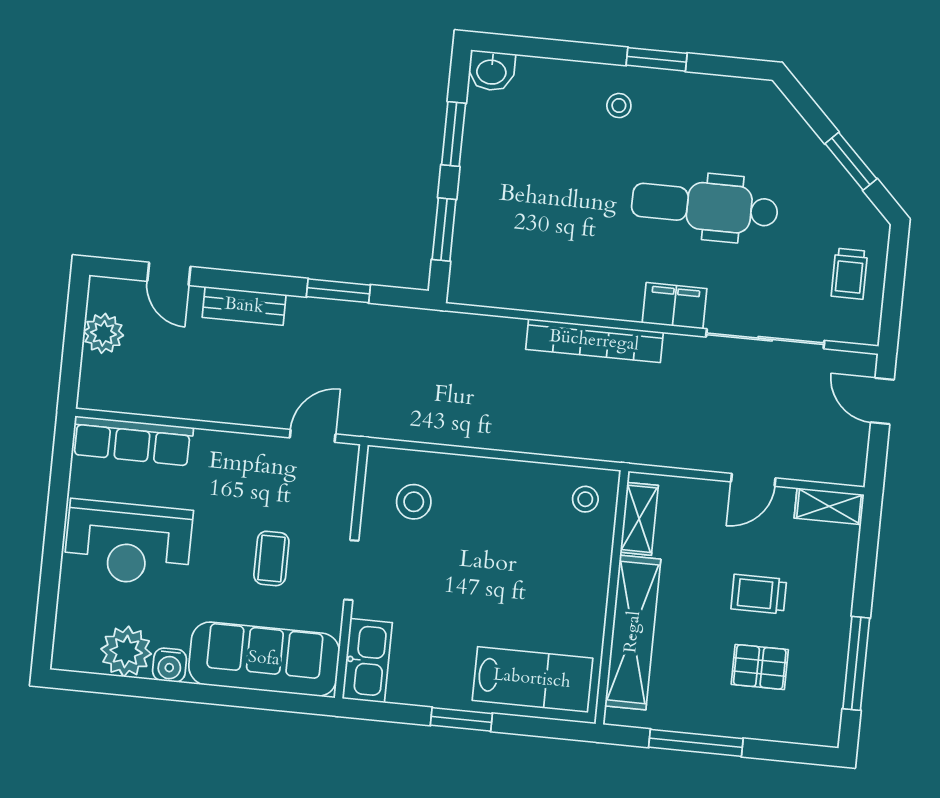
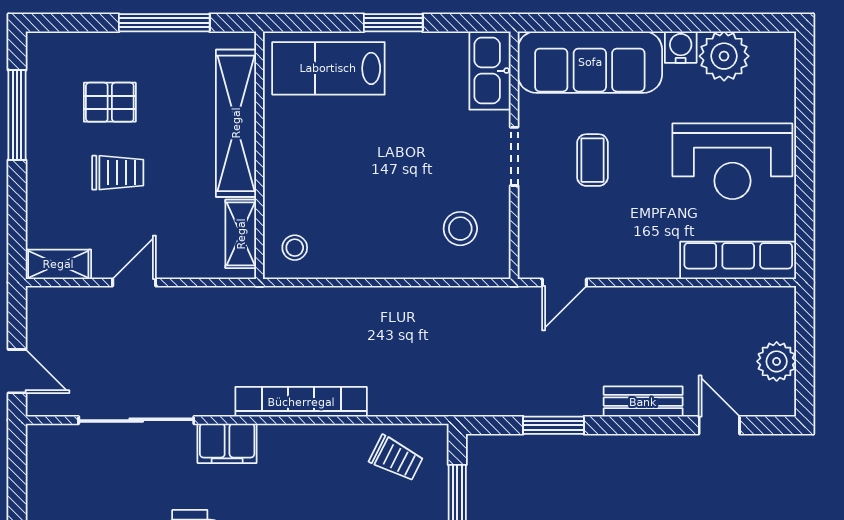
trolley: (849, 274) -> (396, 458), moved, turned 117
reception desk: (128, 543) -> (732, 161), turned 180

